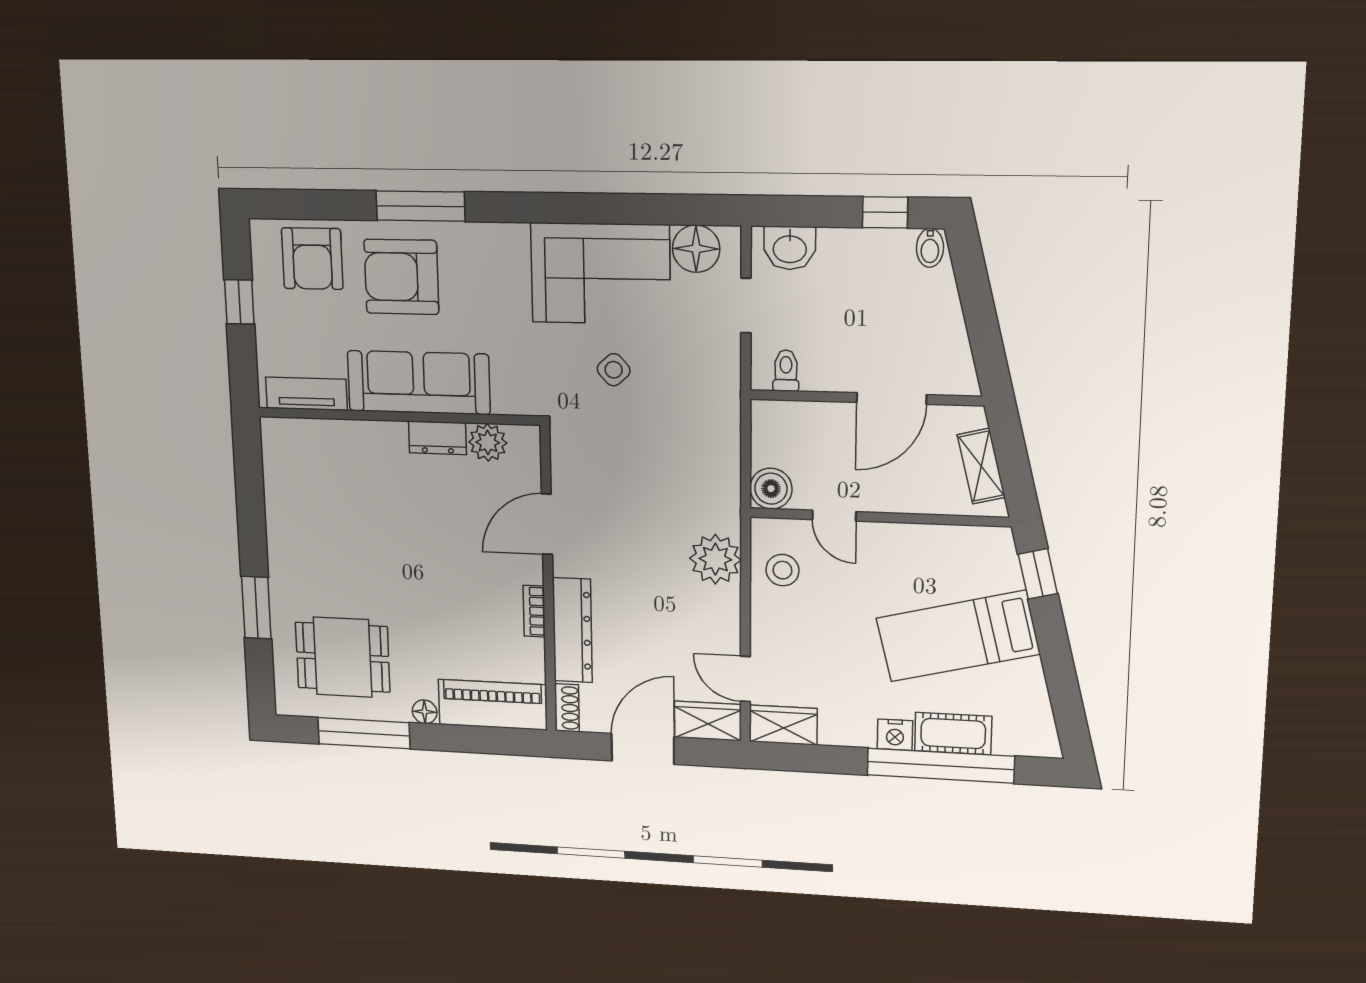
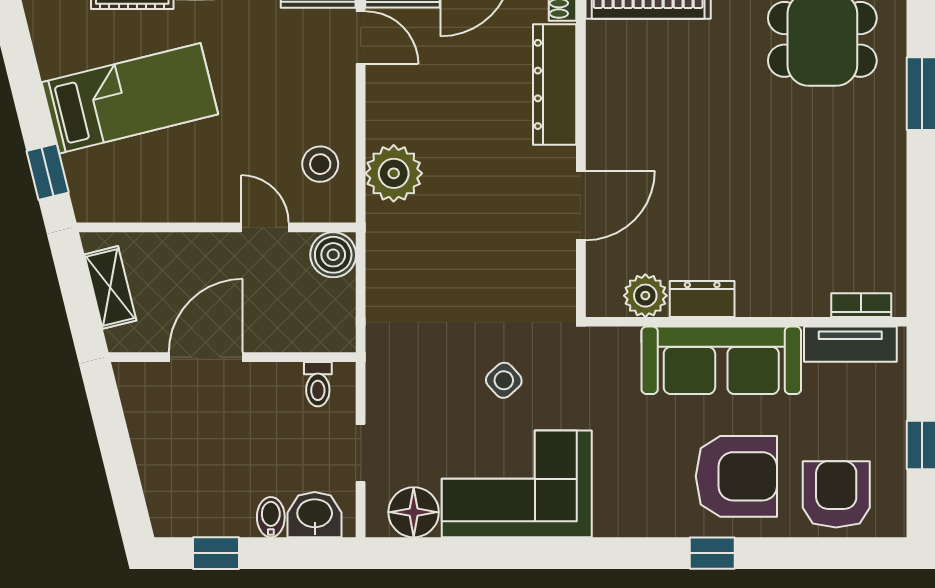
window: (420, 206) -> (712, 553), width x0.46
bidet: (930, 248) -> (271, 517), moved
bookcase: (534, 611) -> (861, 305), moved, turned -90

